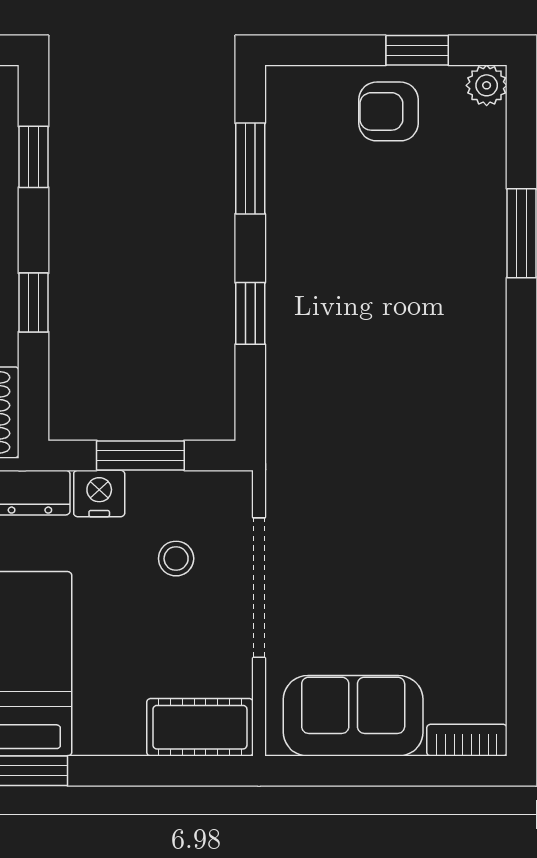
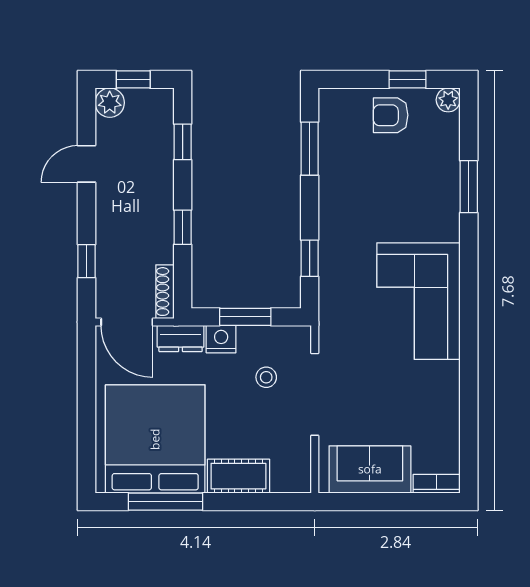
window: (250, 313) -> (310, 258), moved
corner sofa: (436, 429) -> (418, 301), added
cot: (200, 727) -> (238, 476), moved

